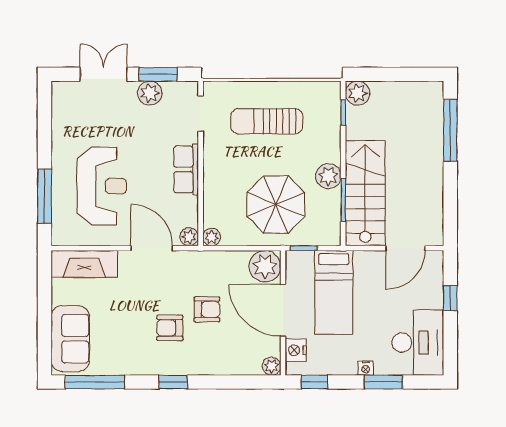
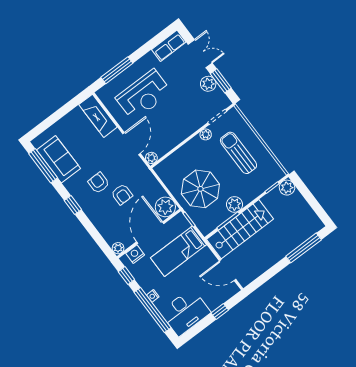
row of seats: (186, 169) -> (169, 46), moved, turned 180
plant: (212, 237) -> (206, 134), moved
sofa: (70, 339) -> (58, 159), moved, turned -90
window: (383, 382) -> (153, 310), width x2.11

